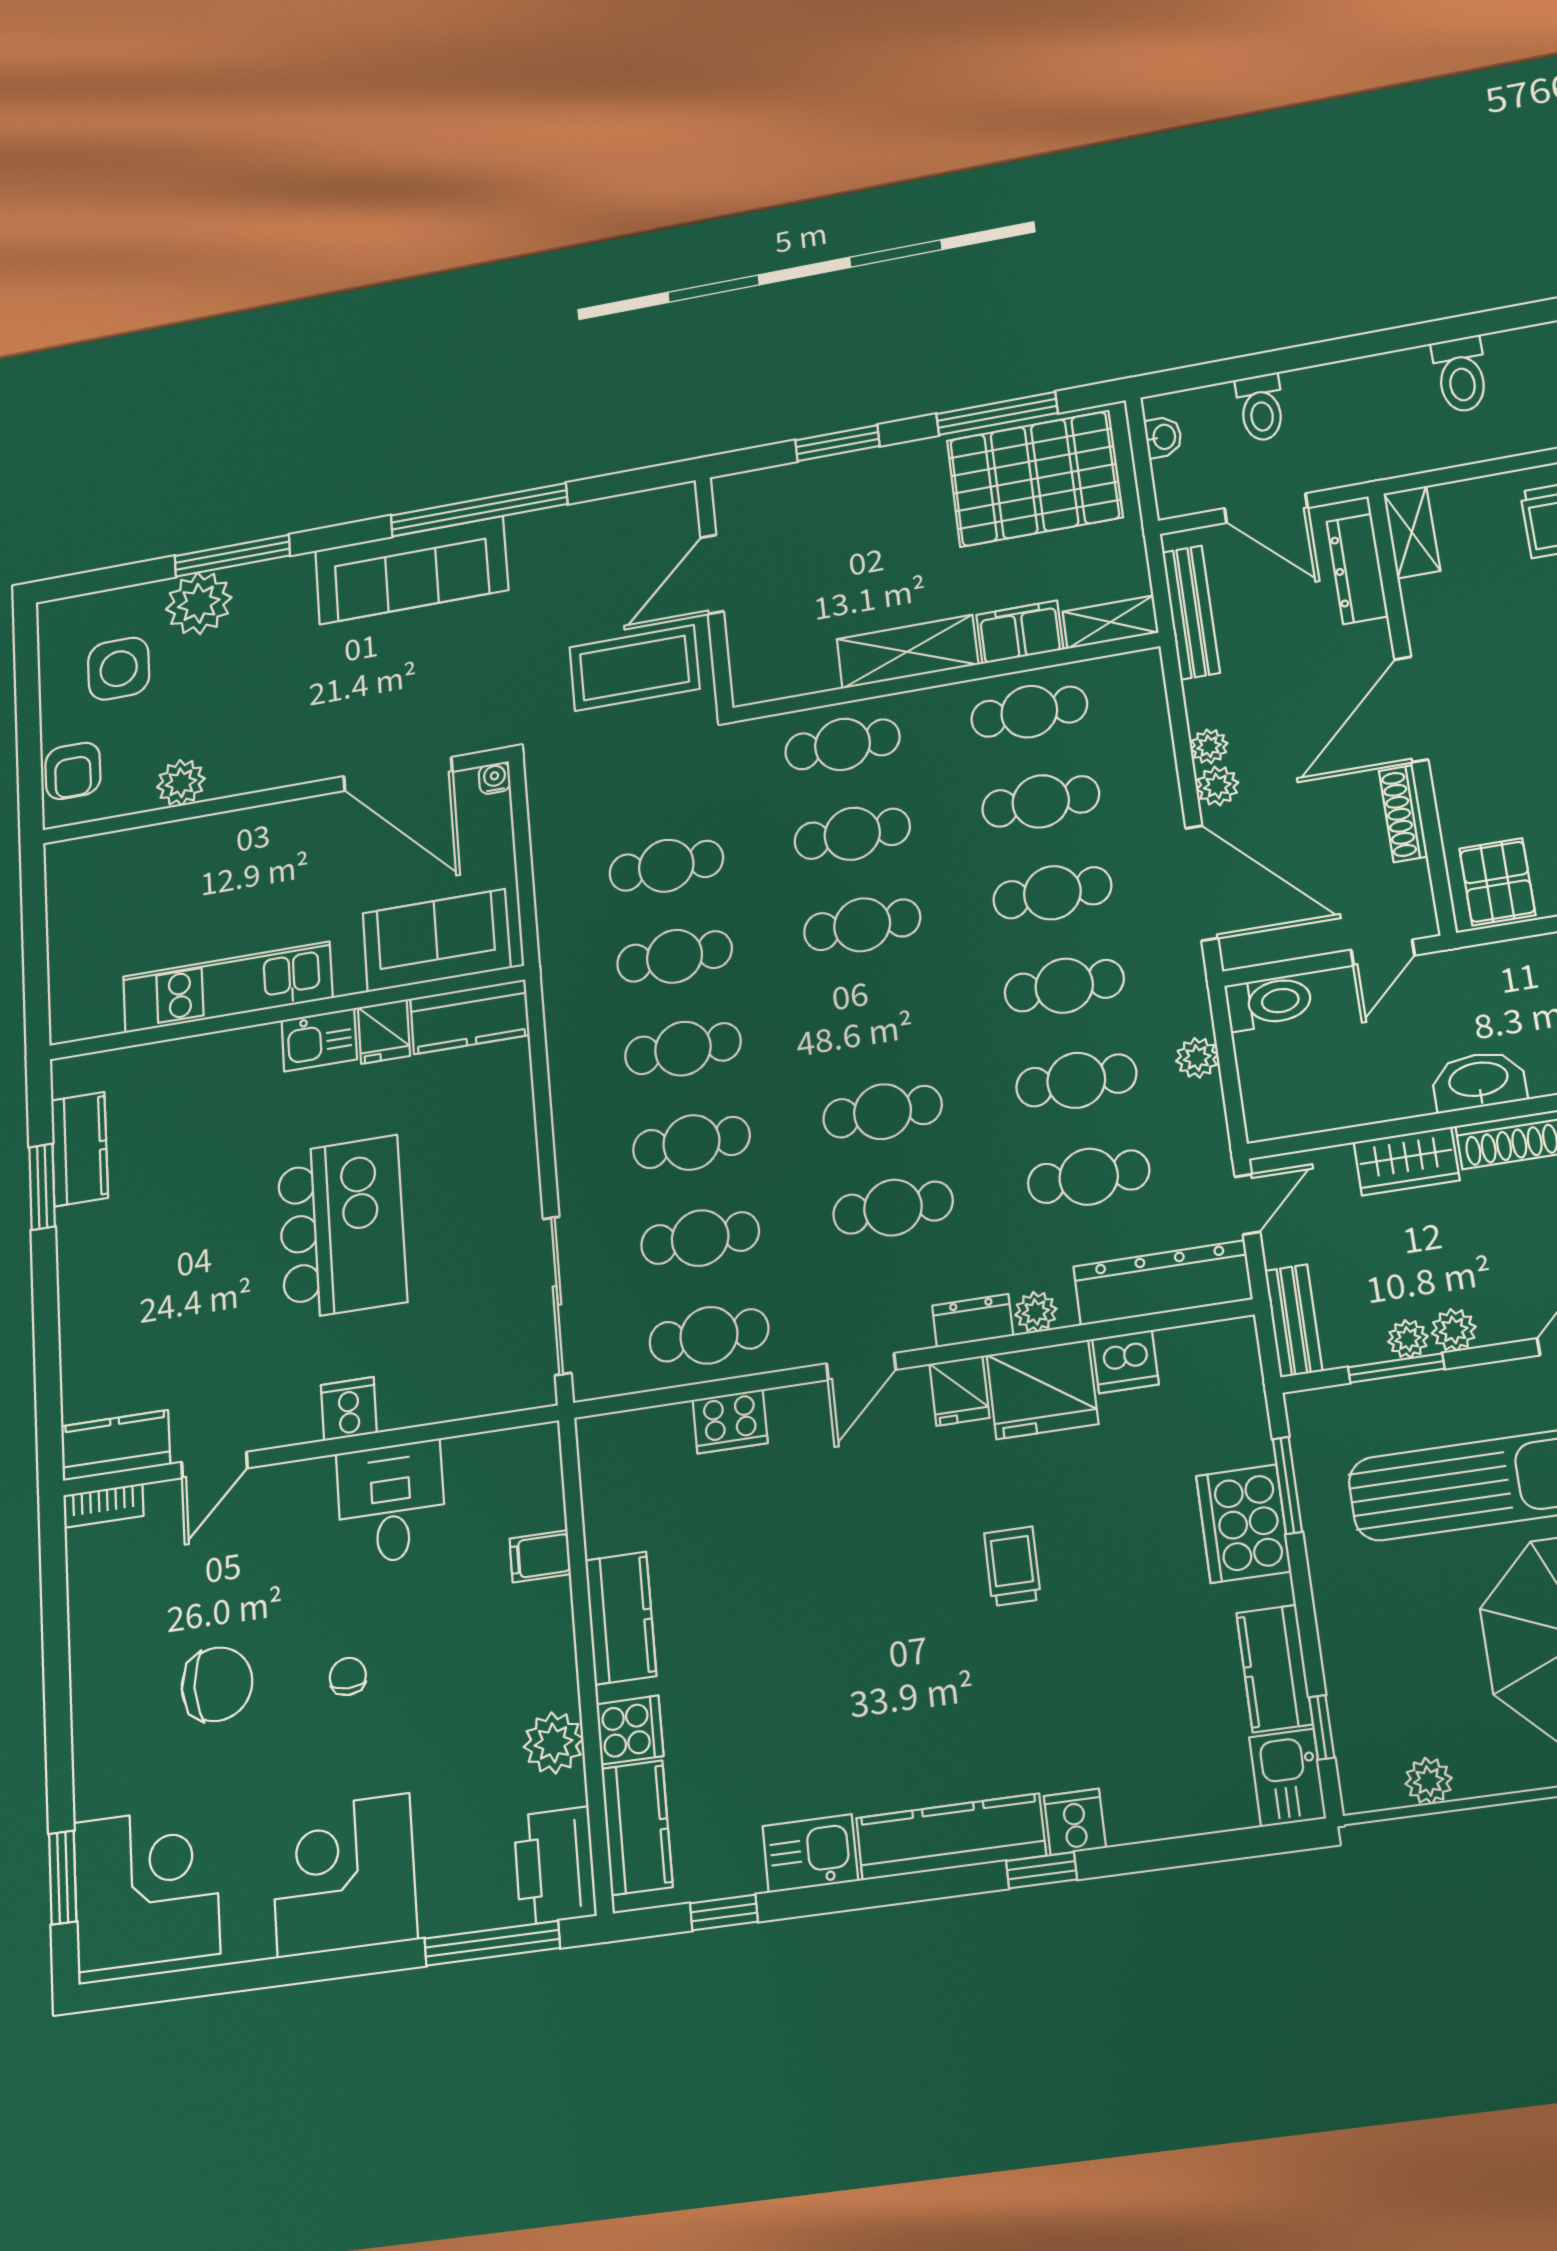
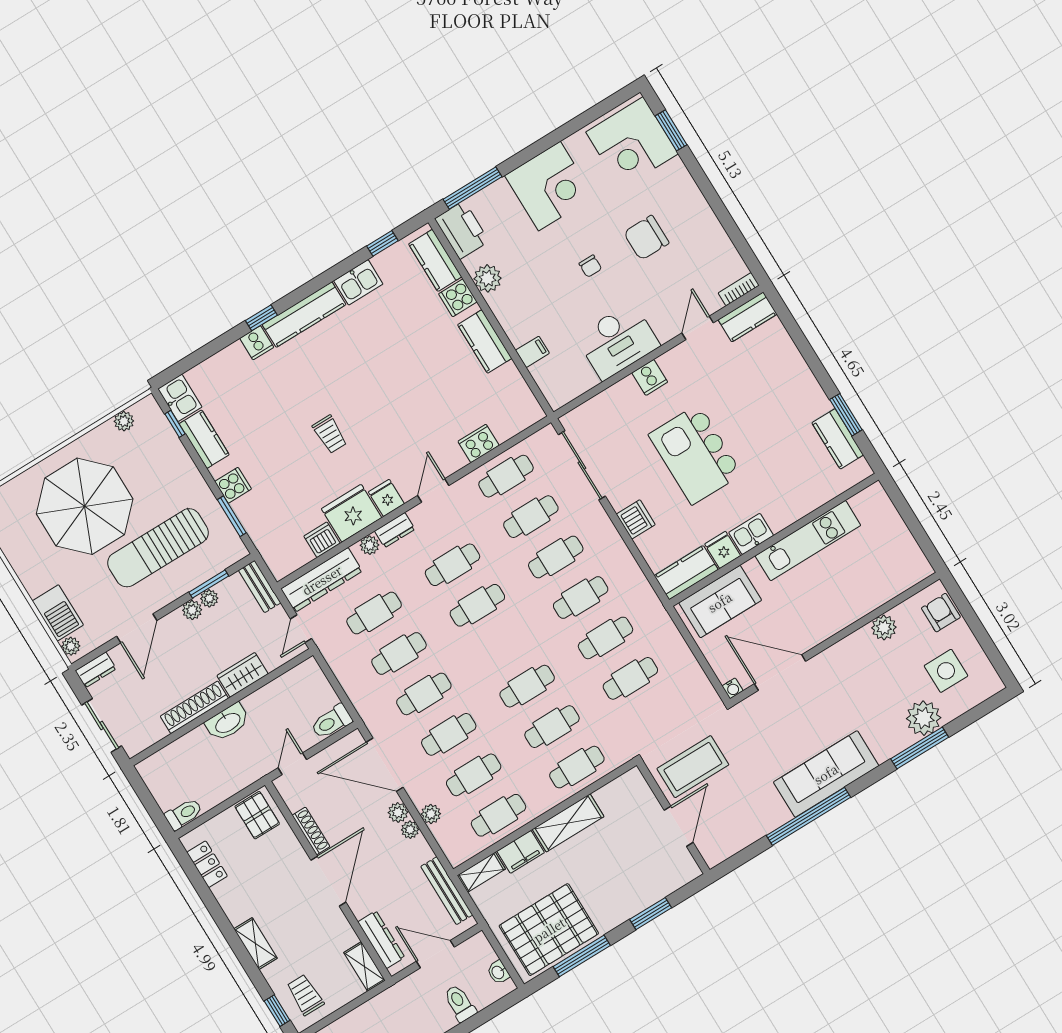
plant: (1197, 1058) -> (431, 814), moved
dishwasher: (510, 1152) -> (636, 519), added
desk: (391, 1503) -> (618, 341), width x1.37
cooker: (1244, 1524) -> (233, 485), width x0.53, depth x0.76

